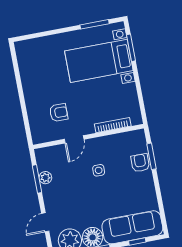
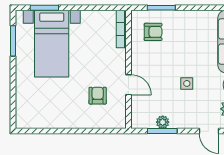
bookcase: (113, 125) -> (121, 29), moved
armchair: (140, 163) -> (153, 32), moved, turned 180
side table: (99, 170) -> (187, 83), moved

